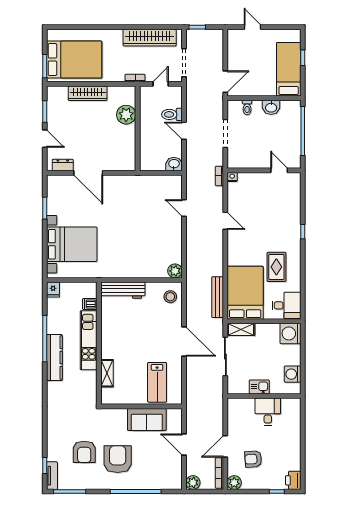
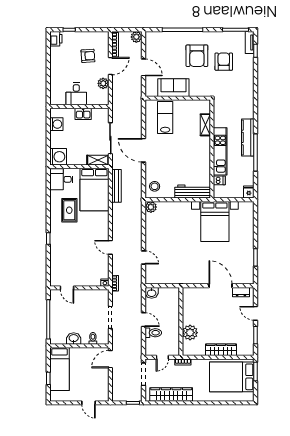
bed with nightstands: (72, 244) -> (215, 221), moved, turned -90
plant: (234, 483) -> (103, 83), moved

